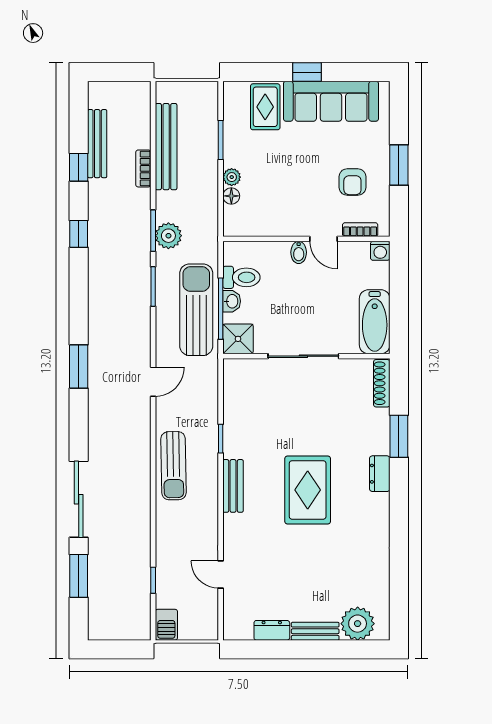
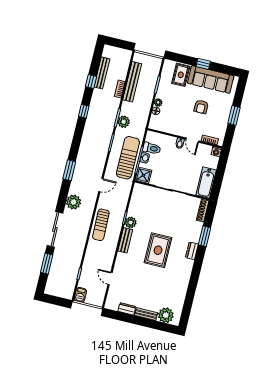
armchair: (352, 182) -> (201, 107), moved
plant: (104, 432) -> (73, 202), added
plant: (235, 445) -> (131, 222), added

